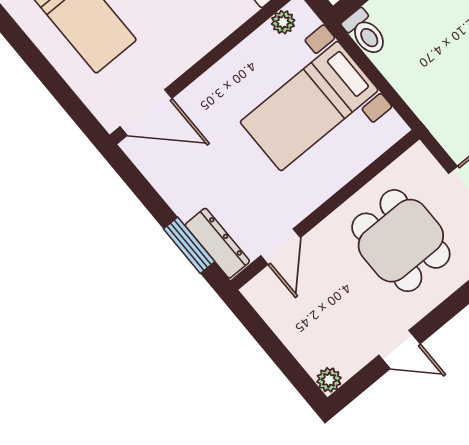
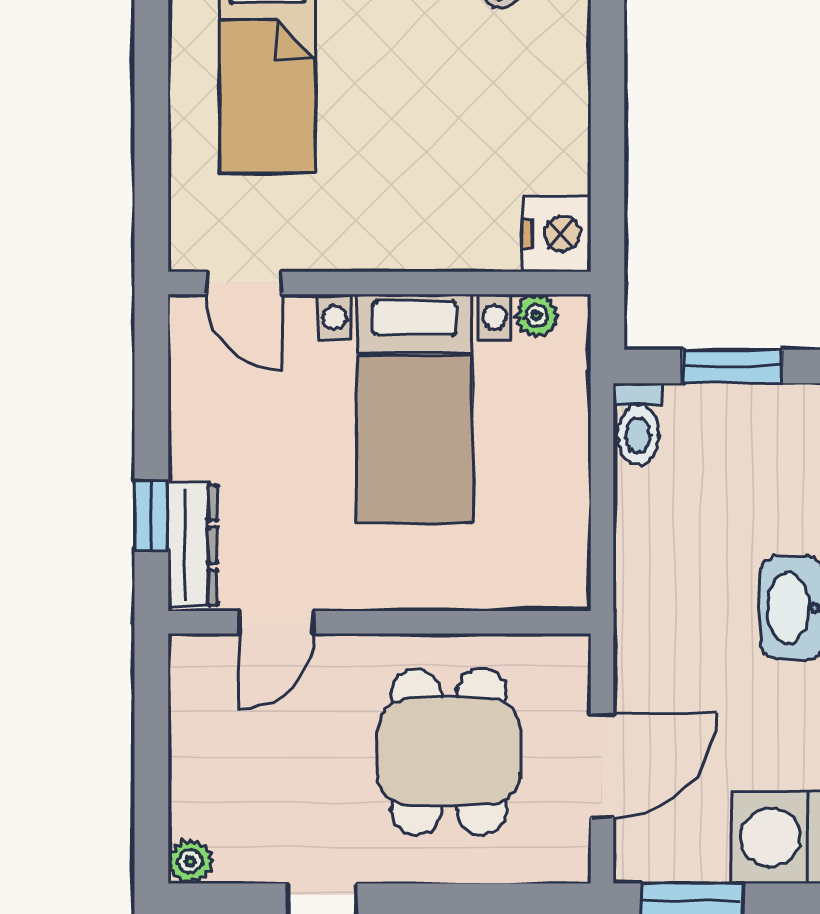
bed with nightstands: (309, 106) -> (414, 408), moved, turned -90
door: (146, 112) -> (244, 283), width x0.73
window: (189, 245) -> (151, 516), width x0.67

